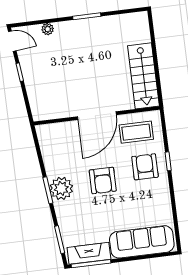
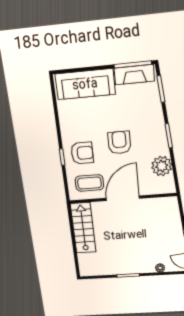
armchair: (145, 167) -> (82, 153), turned -90
plant: (61, 188) -> (162, 166), moved

